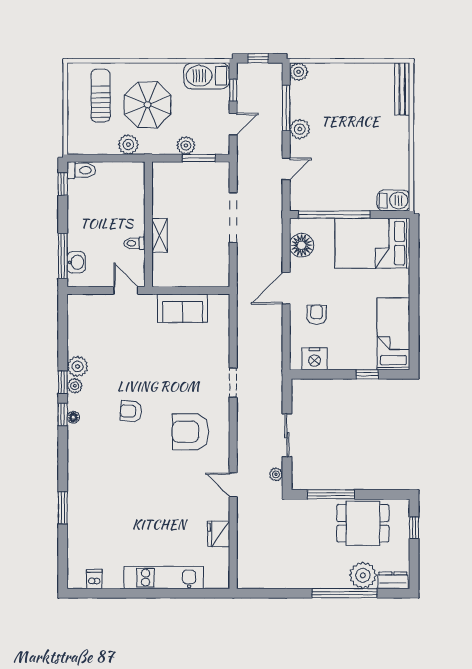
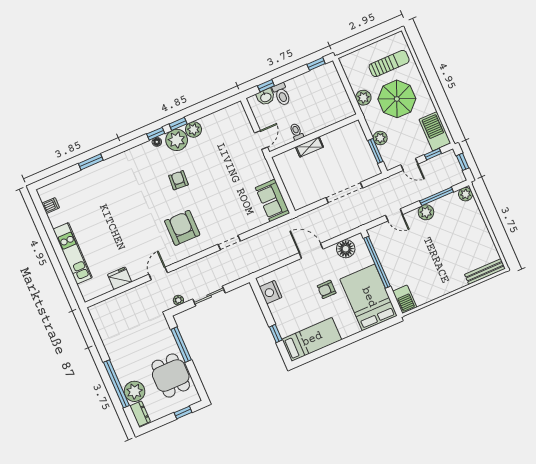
toilet: (81, 170) -> (282, 94), moved
window: (63, 256) -> (266, 86), width x0.46
sofa: (183, 308) -> (273, 200), moved
armchair: (317, 315) -> (327, 289), moved, turned 180
plant: (75, 386) -> (177, 140), width x1.87, depth x1.87

